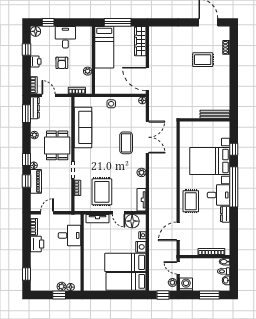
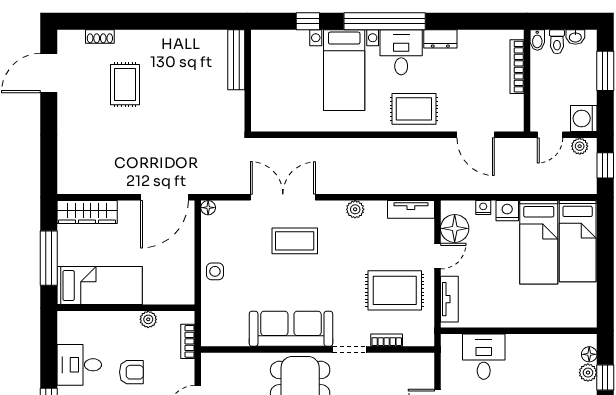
sofa: (83, 127) -> (291, 329), moved
bed with nightstands: (210, 161) -> (344, 70), width x0.73

